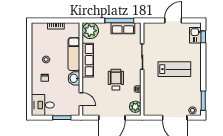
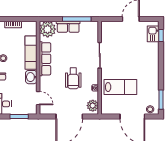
row of seats: (123, 28) -> (68, 27), moved
lab bench: (174, 69) -> (120, 87), moved
wheelchair: (116, 80) -> (73, 78), turned 180

